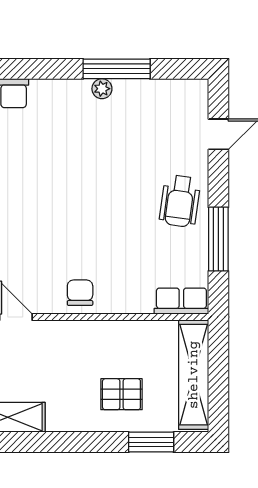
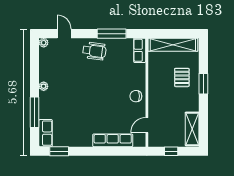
window: (117, 69) -> (35, 112), moved
plant: (198, 89) -> (44, 43), added
window: (151, 442) -> (203, 84), moved

